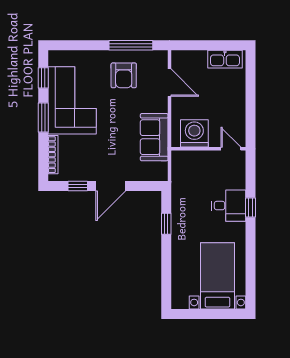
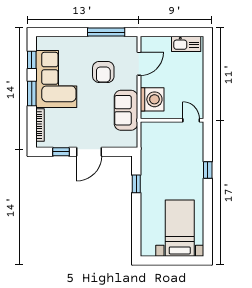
armchair: (124, 75) -> (103, 72), moved
door: (170, 83) -> (139, 64), hinge flipped
washing machine: (194, 133) -> (152, 99), moved, turned 90
desk: (229, 206) -> (189, 168), removed

